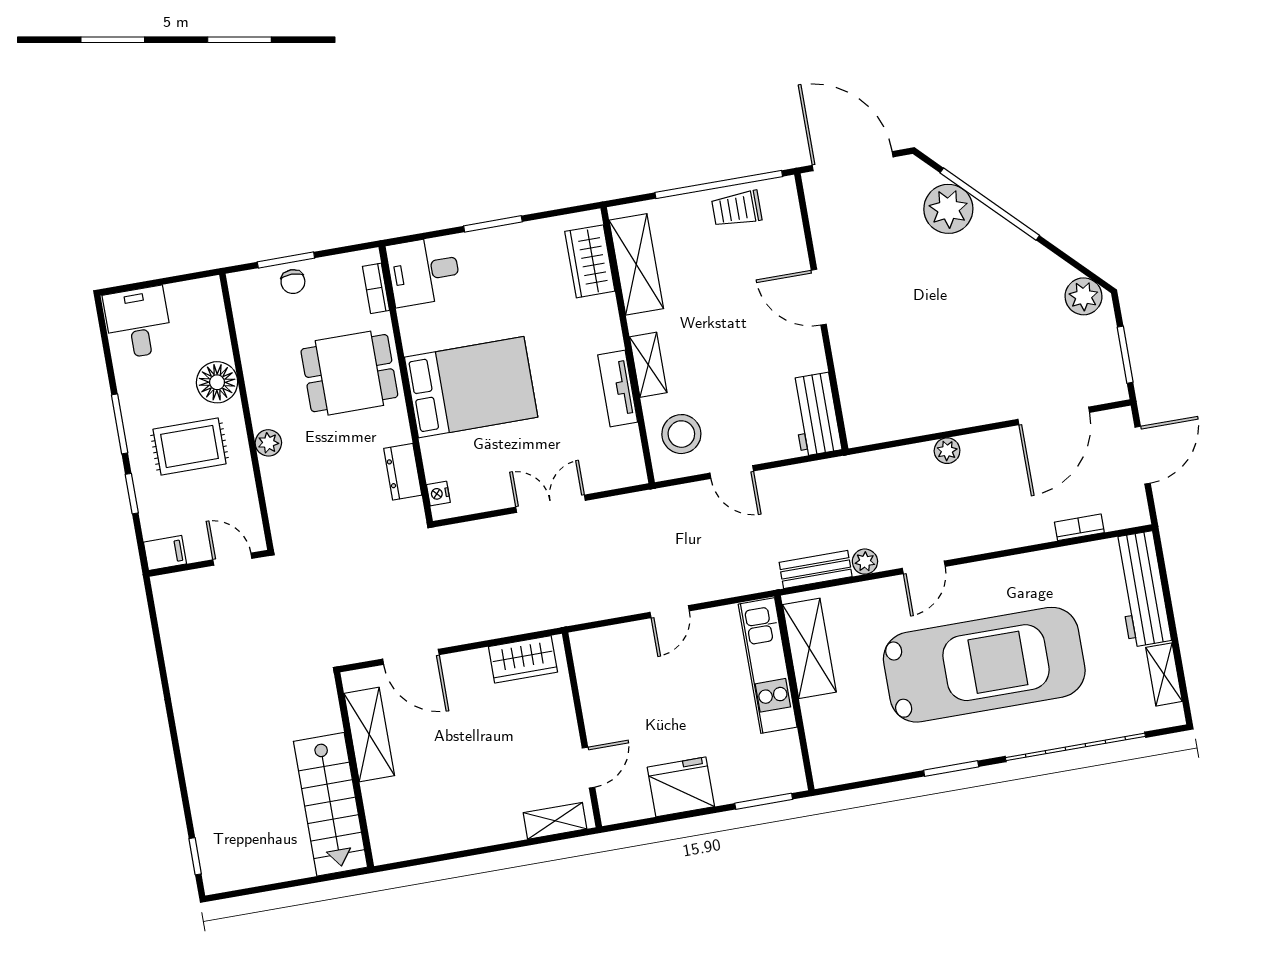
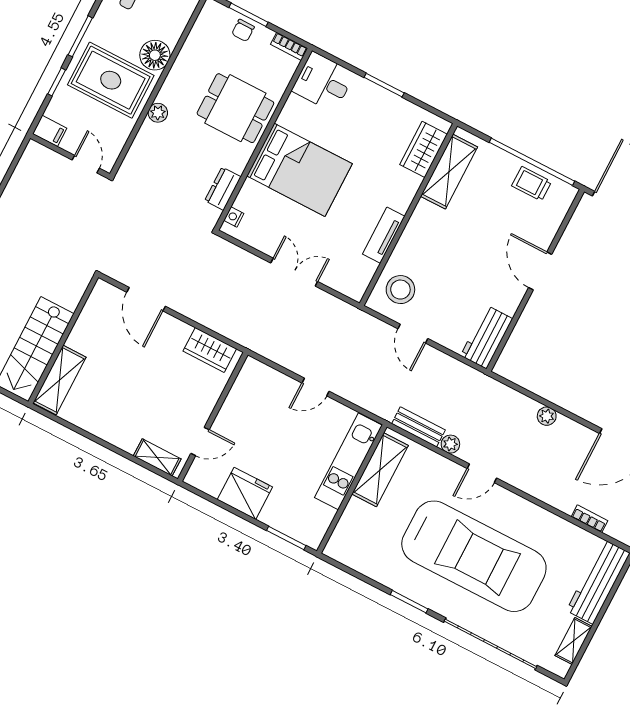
bookcase: (376, 288) -> (289, 46), moved, turned -90
shelving: (648, 365) -> (412, 235), removed
rug: (190, 446) -> (111, 80), width x1.36, depth x1.43
shelving: (369, 735) -> (60, 380), moved

